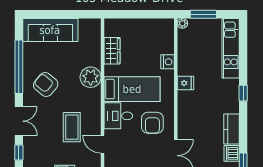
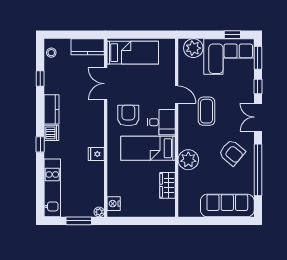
nightstand: (168, 62) -> (114, 204), moved
dishwasher: (232, 153) -> (51, 133), moved

